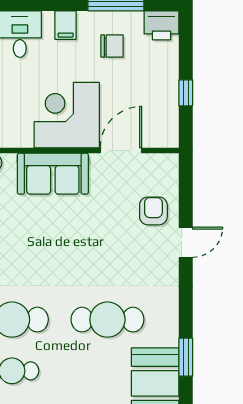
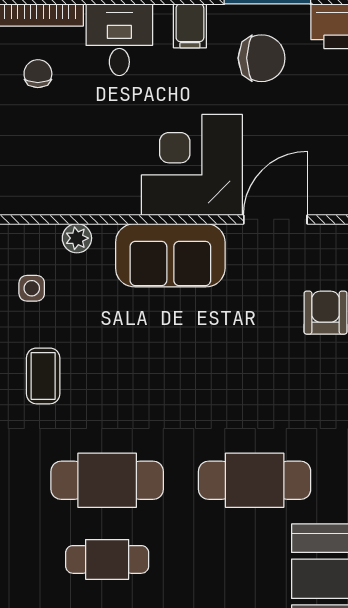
chair: (112, 46) -> (262, 58), width x1.37, depth x1.37

